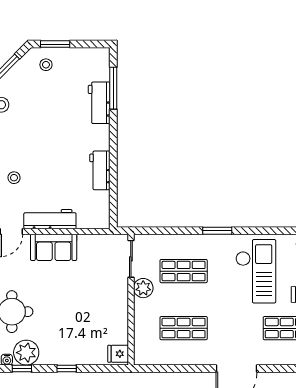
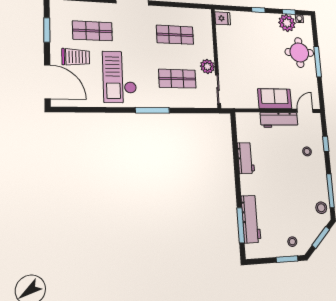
workbench: (99, 103) -> (251, 219), width x1.38
window: (217, 231) -> (152, 110), width x1.44

